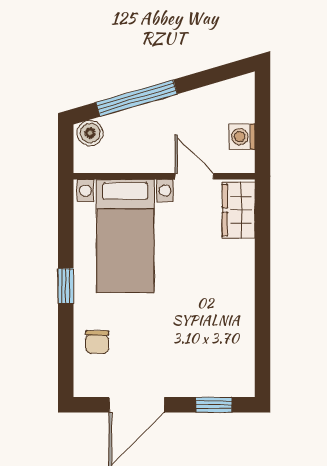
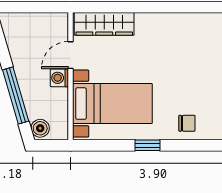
washing machine: (242, 137) -> (59, 78), moved, turned 90
wardrobe: (239, 210) -> (104, 24), width x1.50

